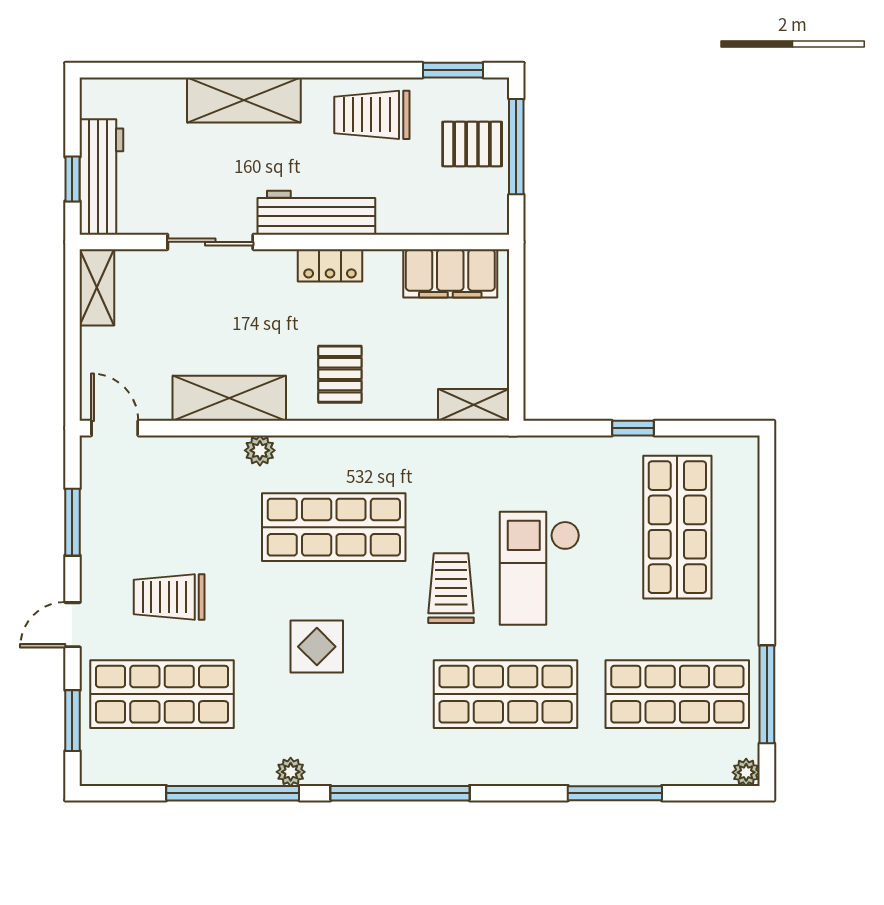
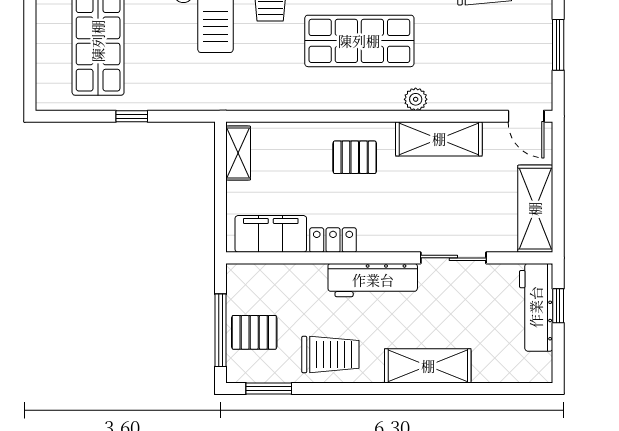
locker: (330, 265) -> (333, 240), moved
shelving: (97, 287) -> (535, 209), width x1.50, depth x1.33
pallet: (340, 374) -> (355, 157), turned 90
shelving: (474, 405) -> (238, 153), moved, turned 90

